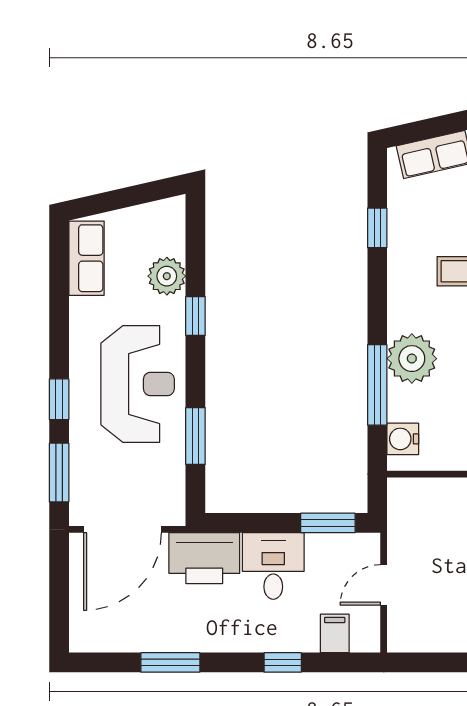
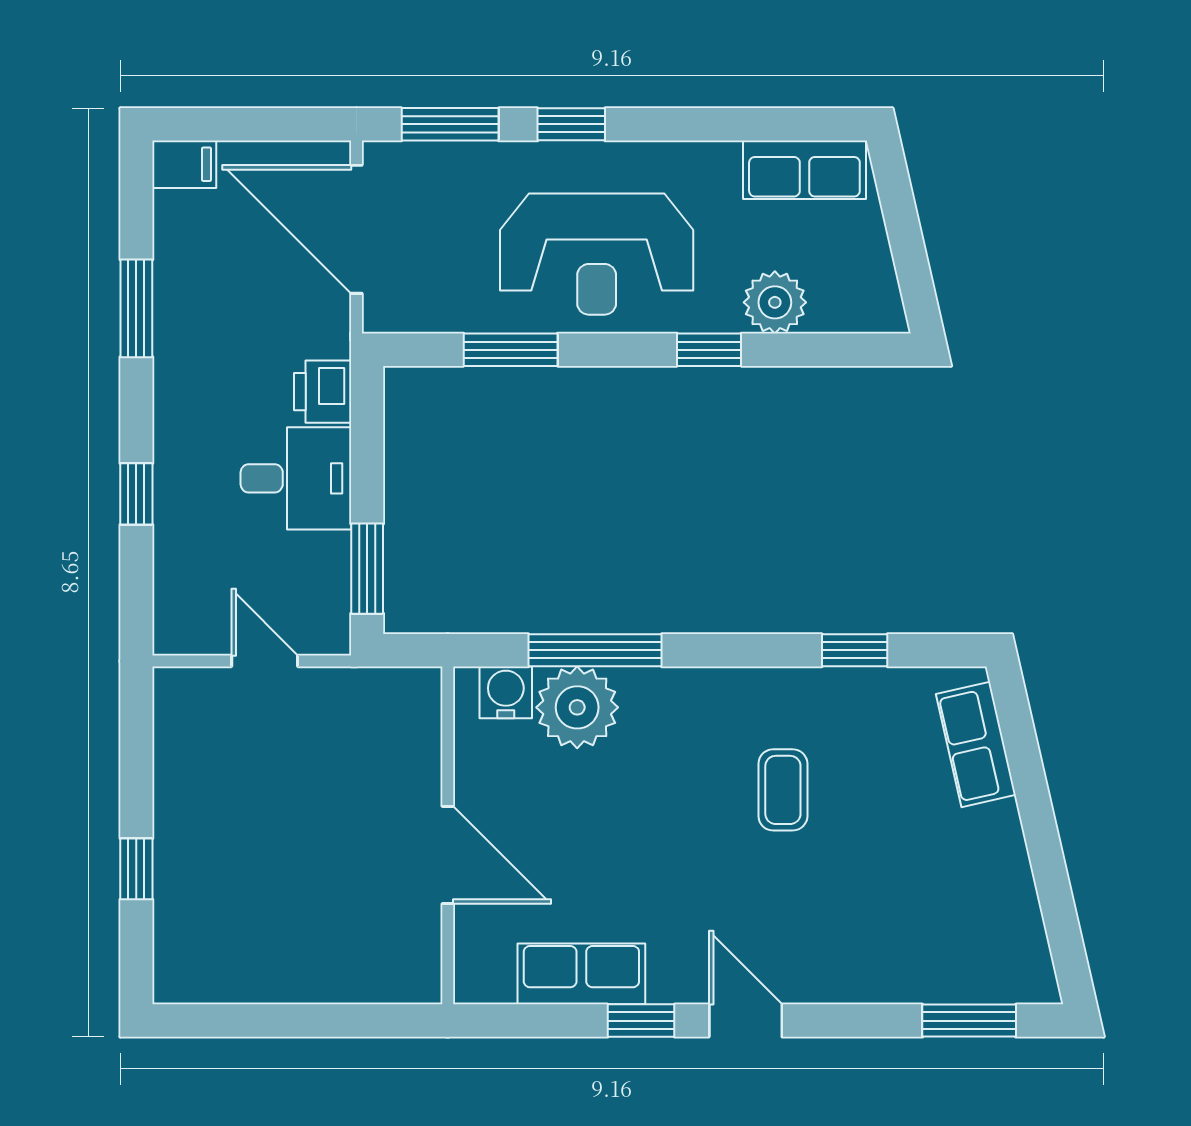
plant: (412, 359) -> (577, 707), moved
printer: (204, 558) -> (323, 392), width x0.53, depth x0.68
filing cabinet: (335, 633) -> (184, 164), moved

